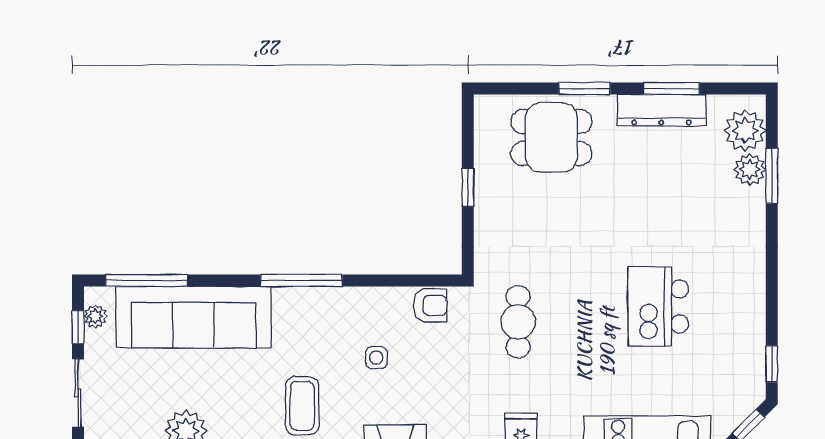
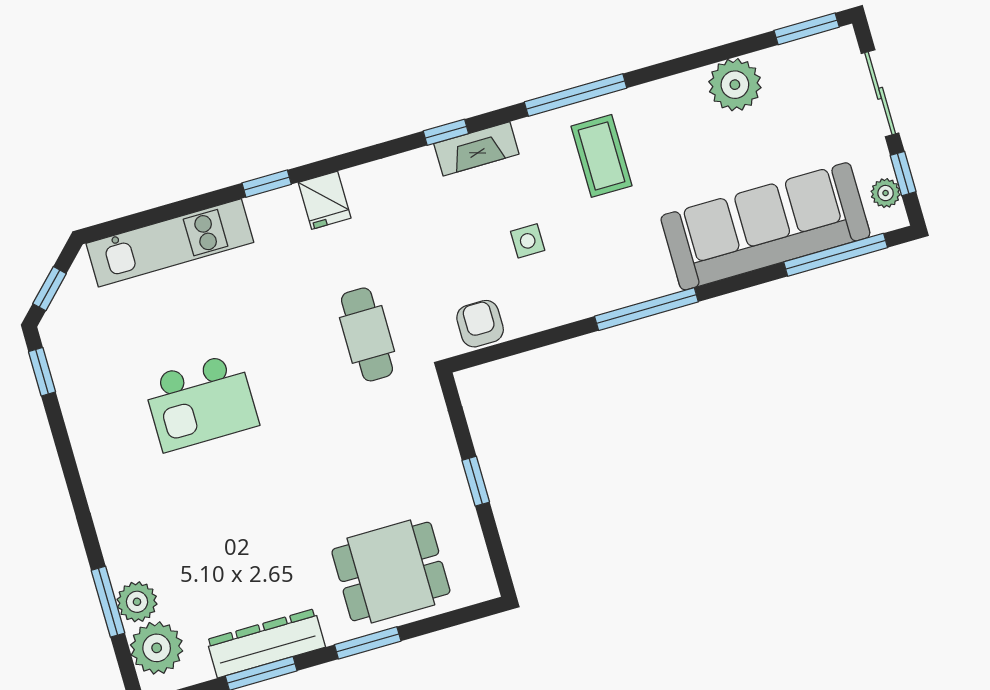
armchair: (430, 305) -> (480, 324), turned 90
kitchen island: (658, 307) -> (201, 402), turned 90

